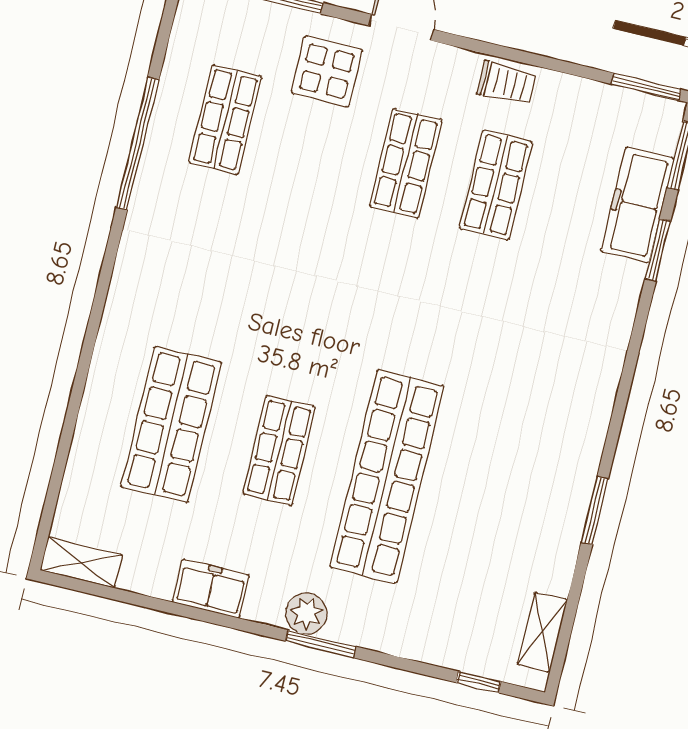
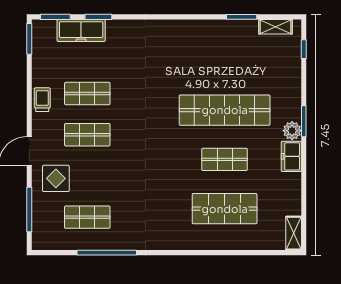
window: (595, 511) -> (242, 17), moved
freezer: (211, 589) -> (291, 156), moved

